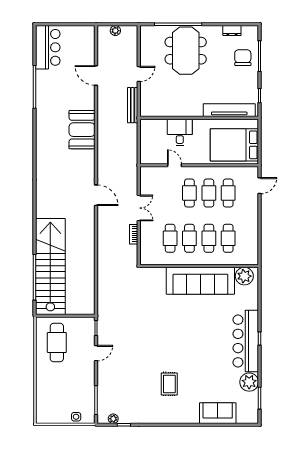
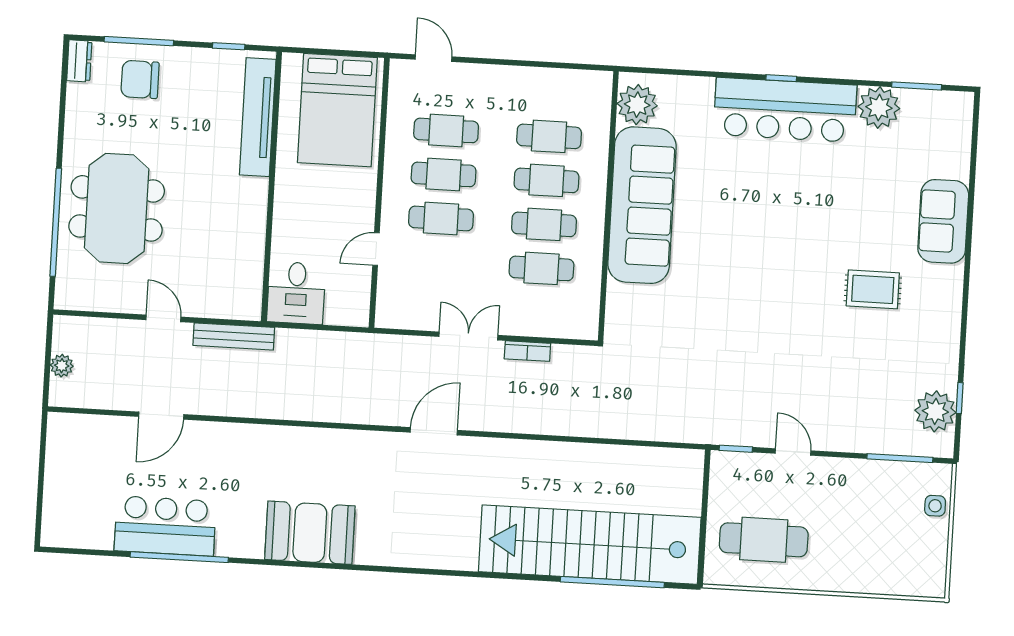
dresser: (232, 31) -> (79, 61), moved
bar counter: (48, 47) -> (165, 526), moved
meeting table: (186, 51) -> (117, 208), turned 90
booth: (82, 130) -> (310, 533), moved
desk: (180, 132) -> (296, 293), moved, turned -90
sofa: (218, 413) -> (943, 221), moved
plant: (113, 419) -> (935, 411), width x1.88, depth x1.88

